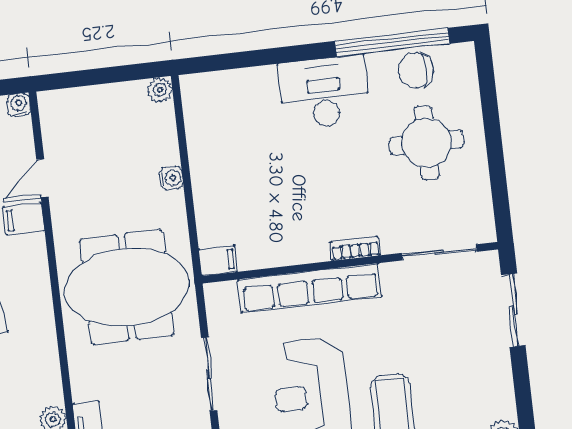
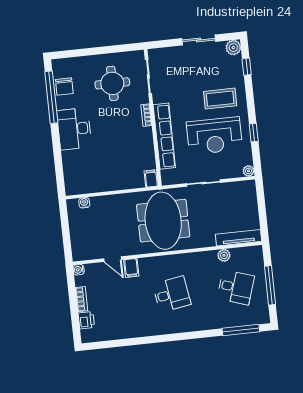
plant: (160, 90) -> (72, 205), removed
round table: (426, 143) -> (112, 83), moved
water cooler: (171, 178) -> (84, 203), moved
sliding door: (513, 310) -> (199, 40), moved

